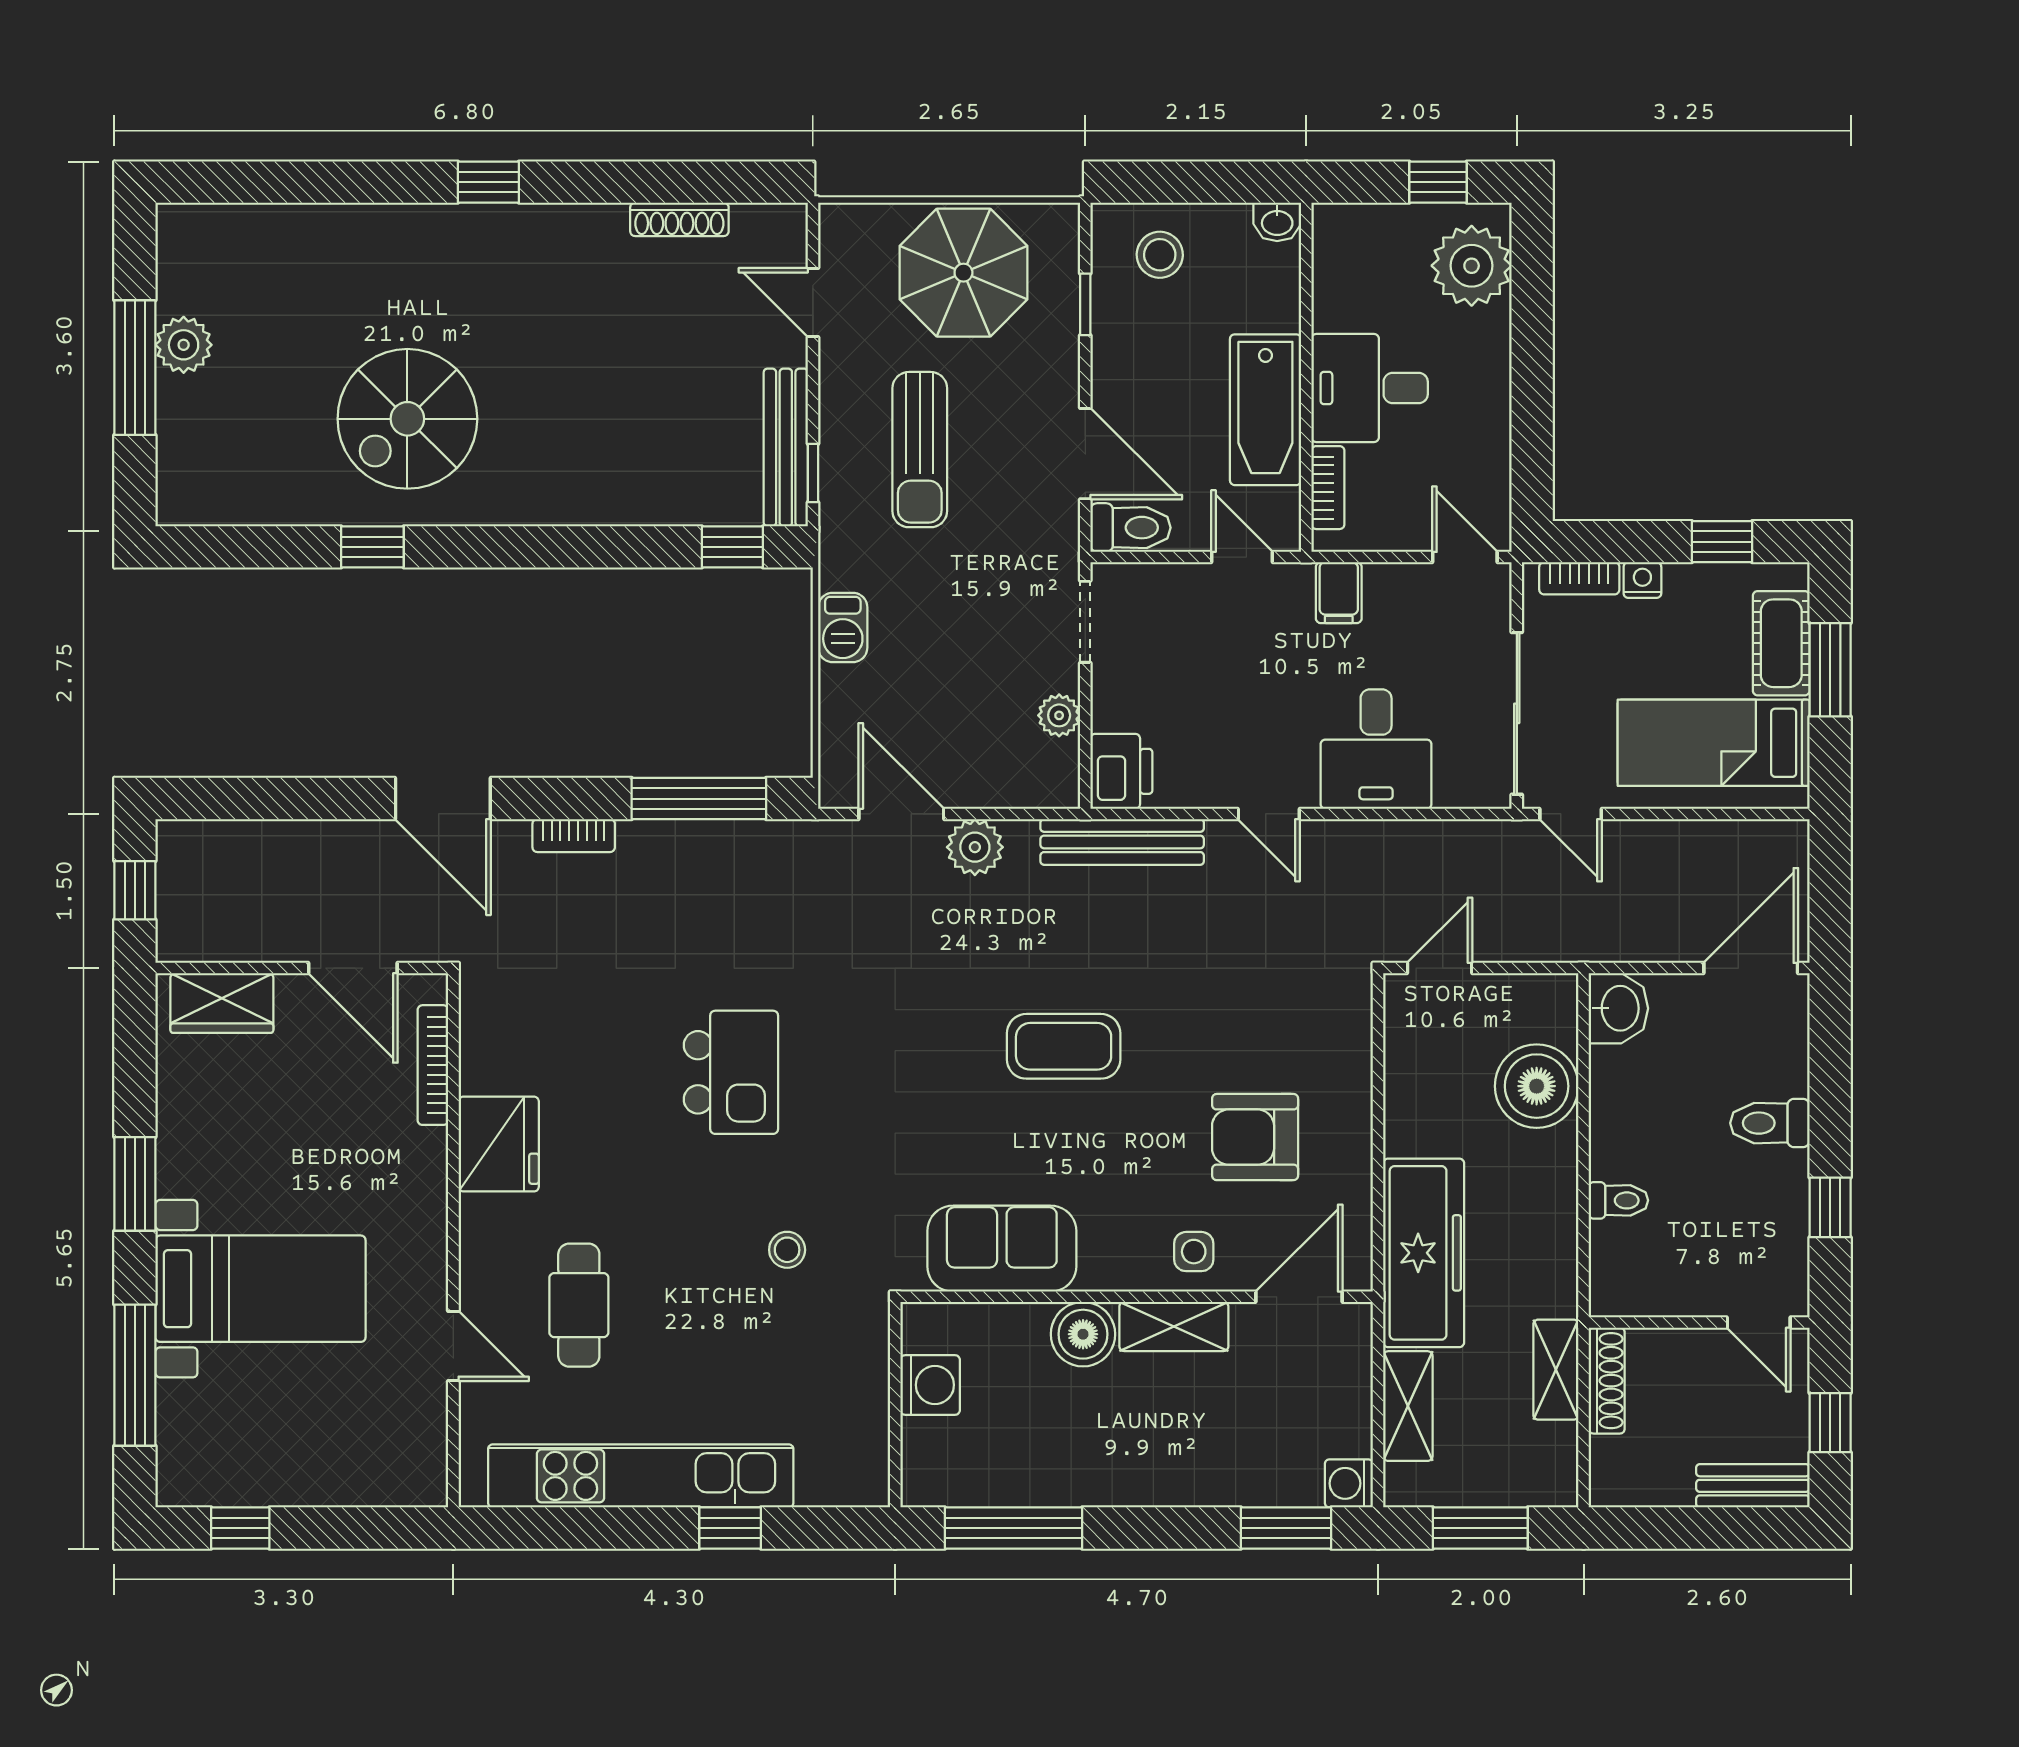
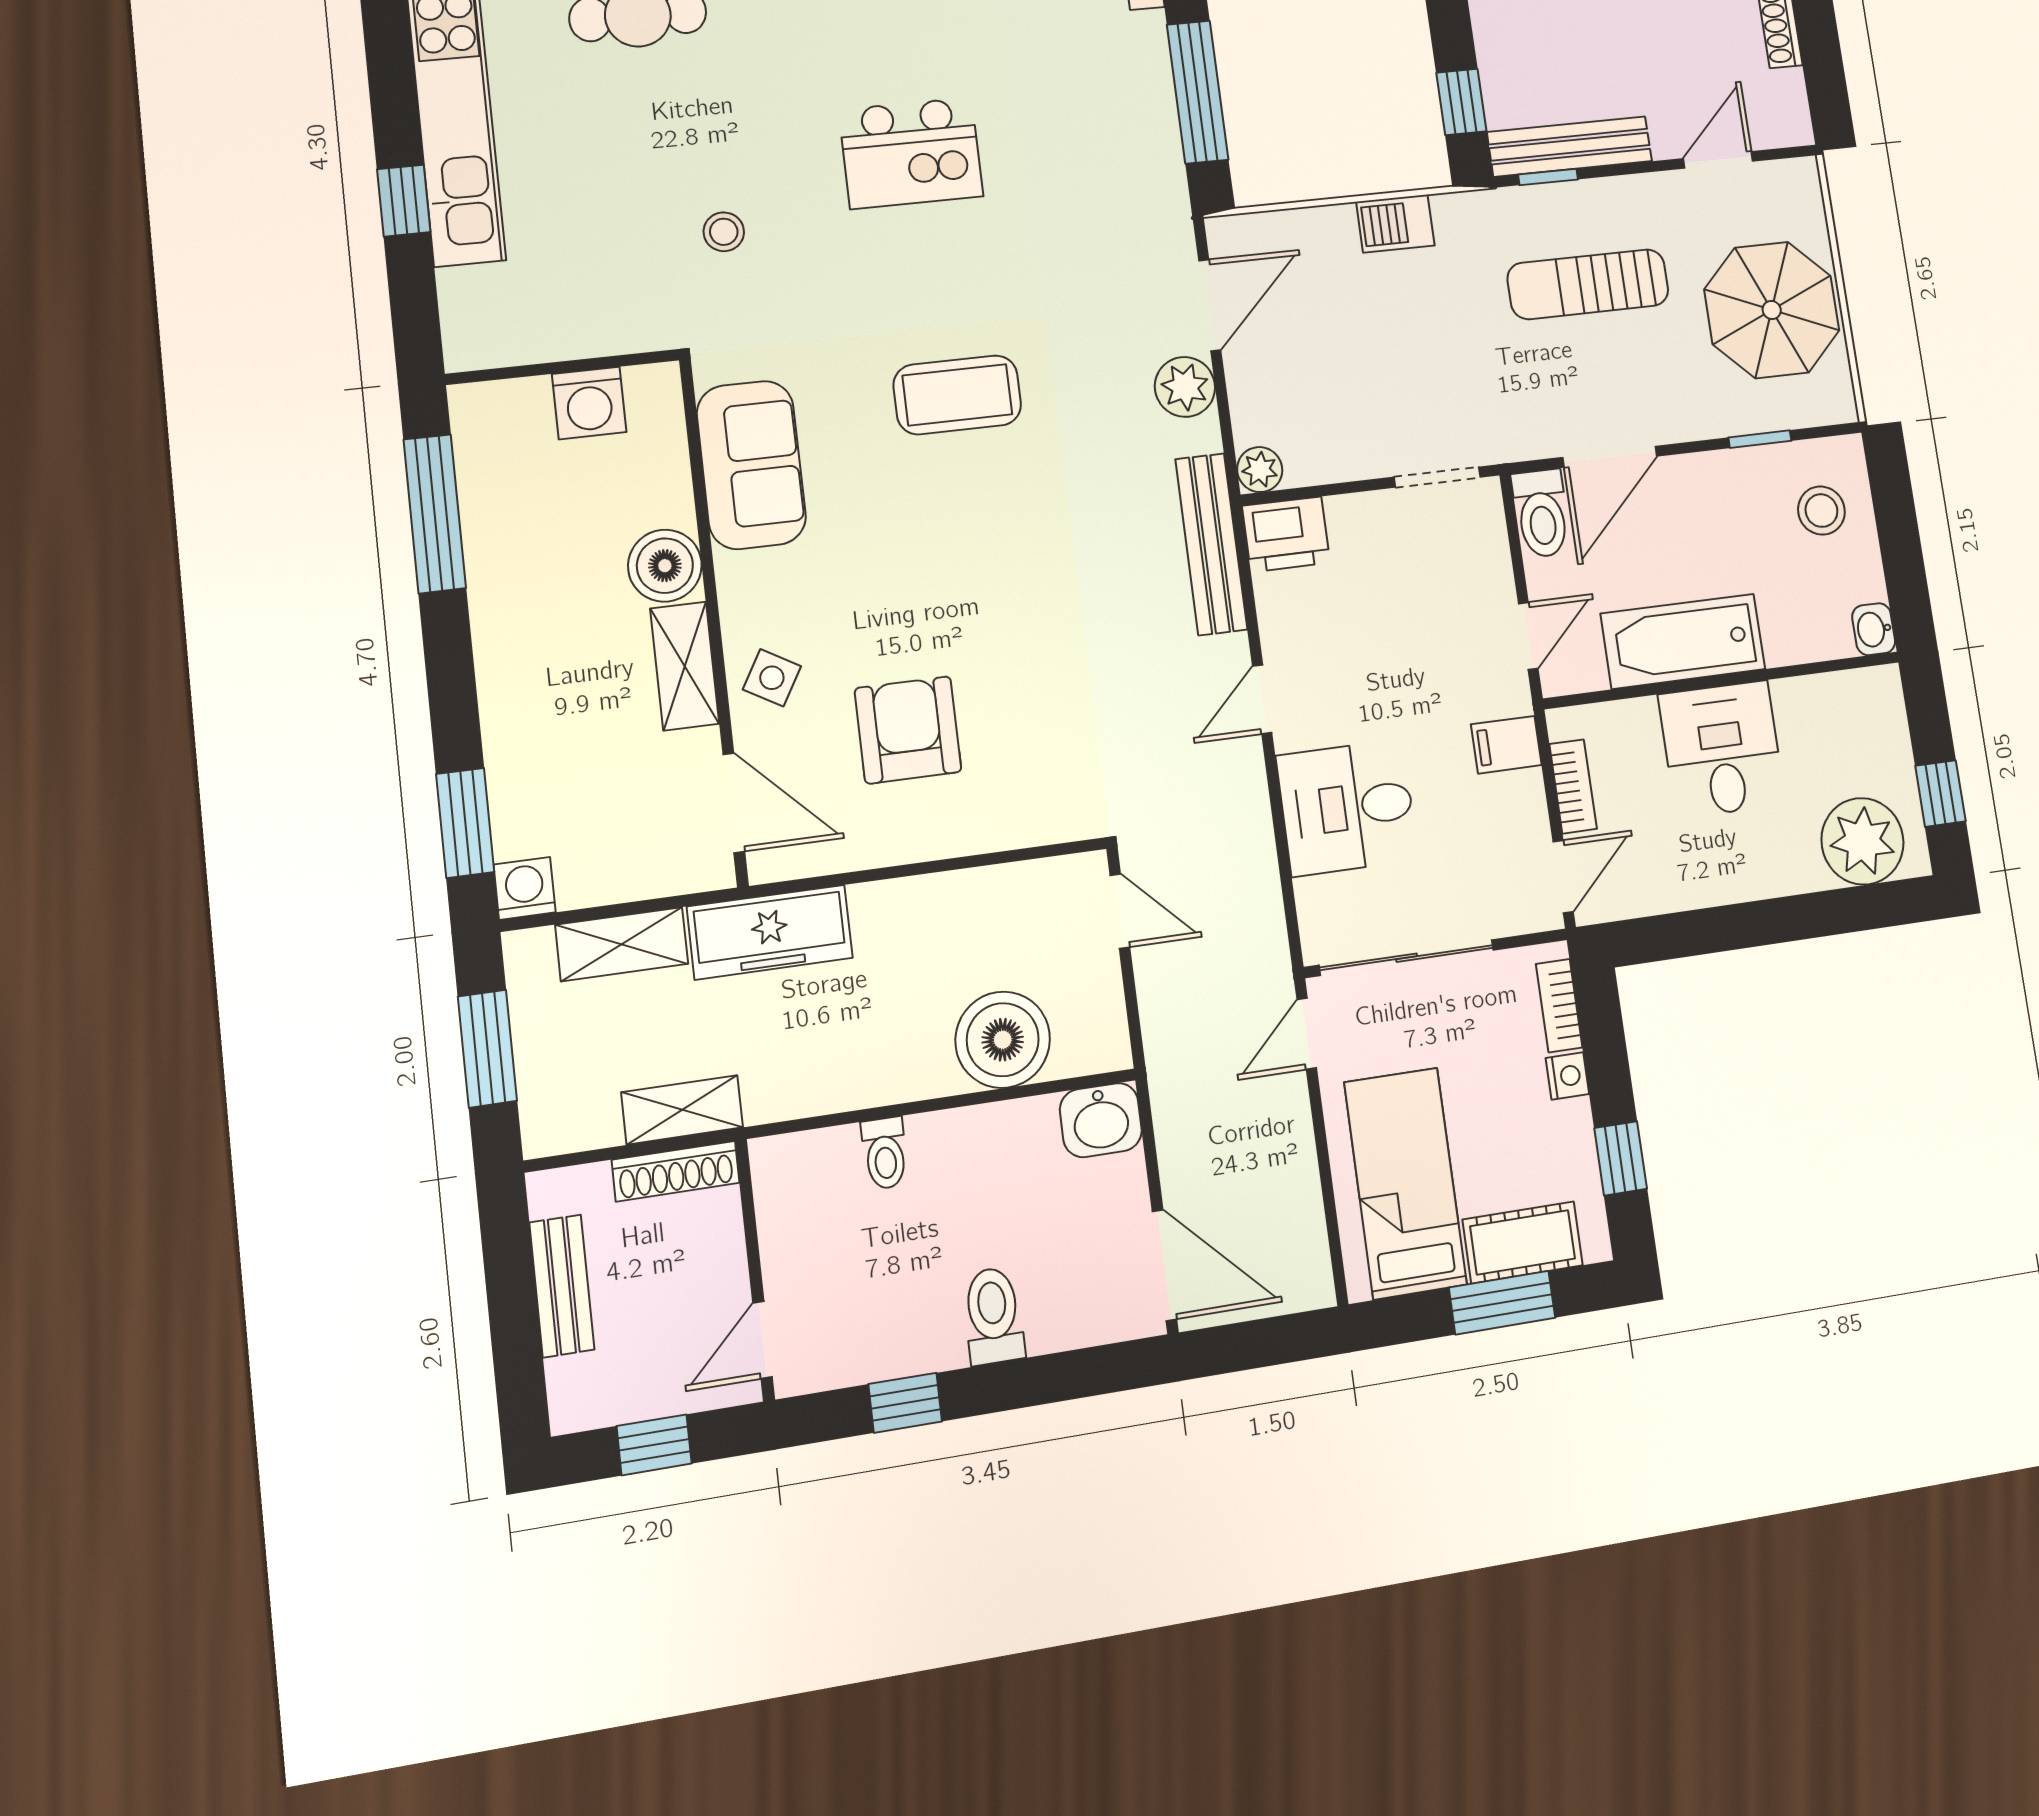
bookcase: (1328, 488) -> (1573, 786), moved, turned -90
plant: (1059, 715) -> (1260, 470), moved
coffee table: (1064, 1046) -> (957, 395), moved, turned 90
side table: (1194, 1252) -> (772, 678), turned 30
freezer: (1424, 1253) -> (770, 932), width x0.73, depth x0.79
bench: (1753, 1486) -> (562, 1286), moved

